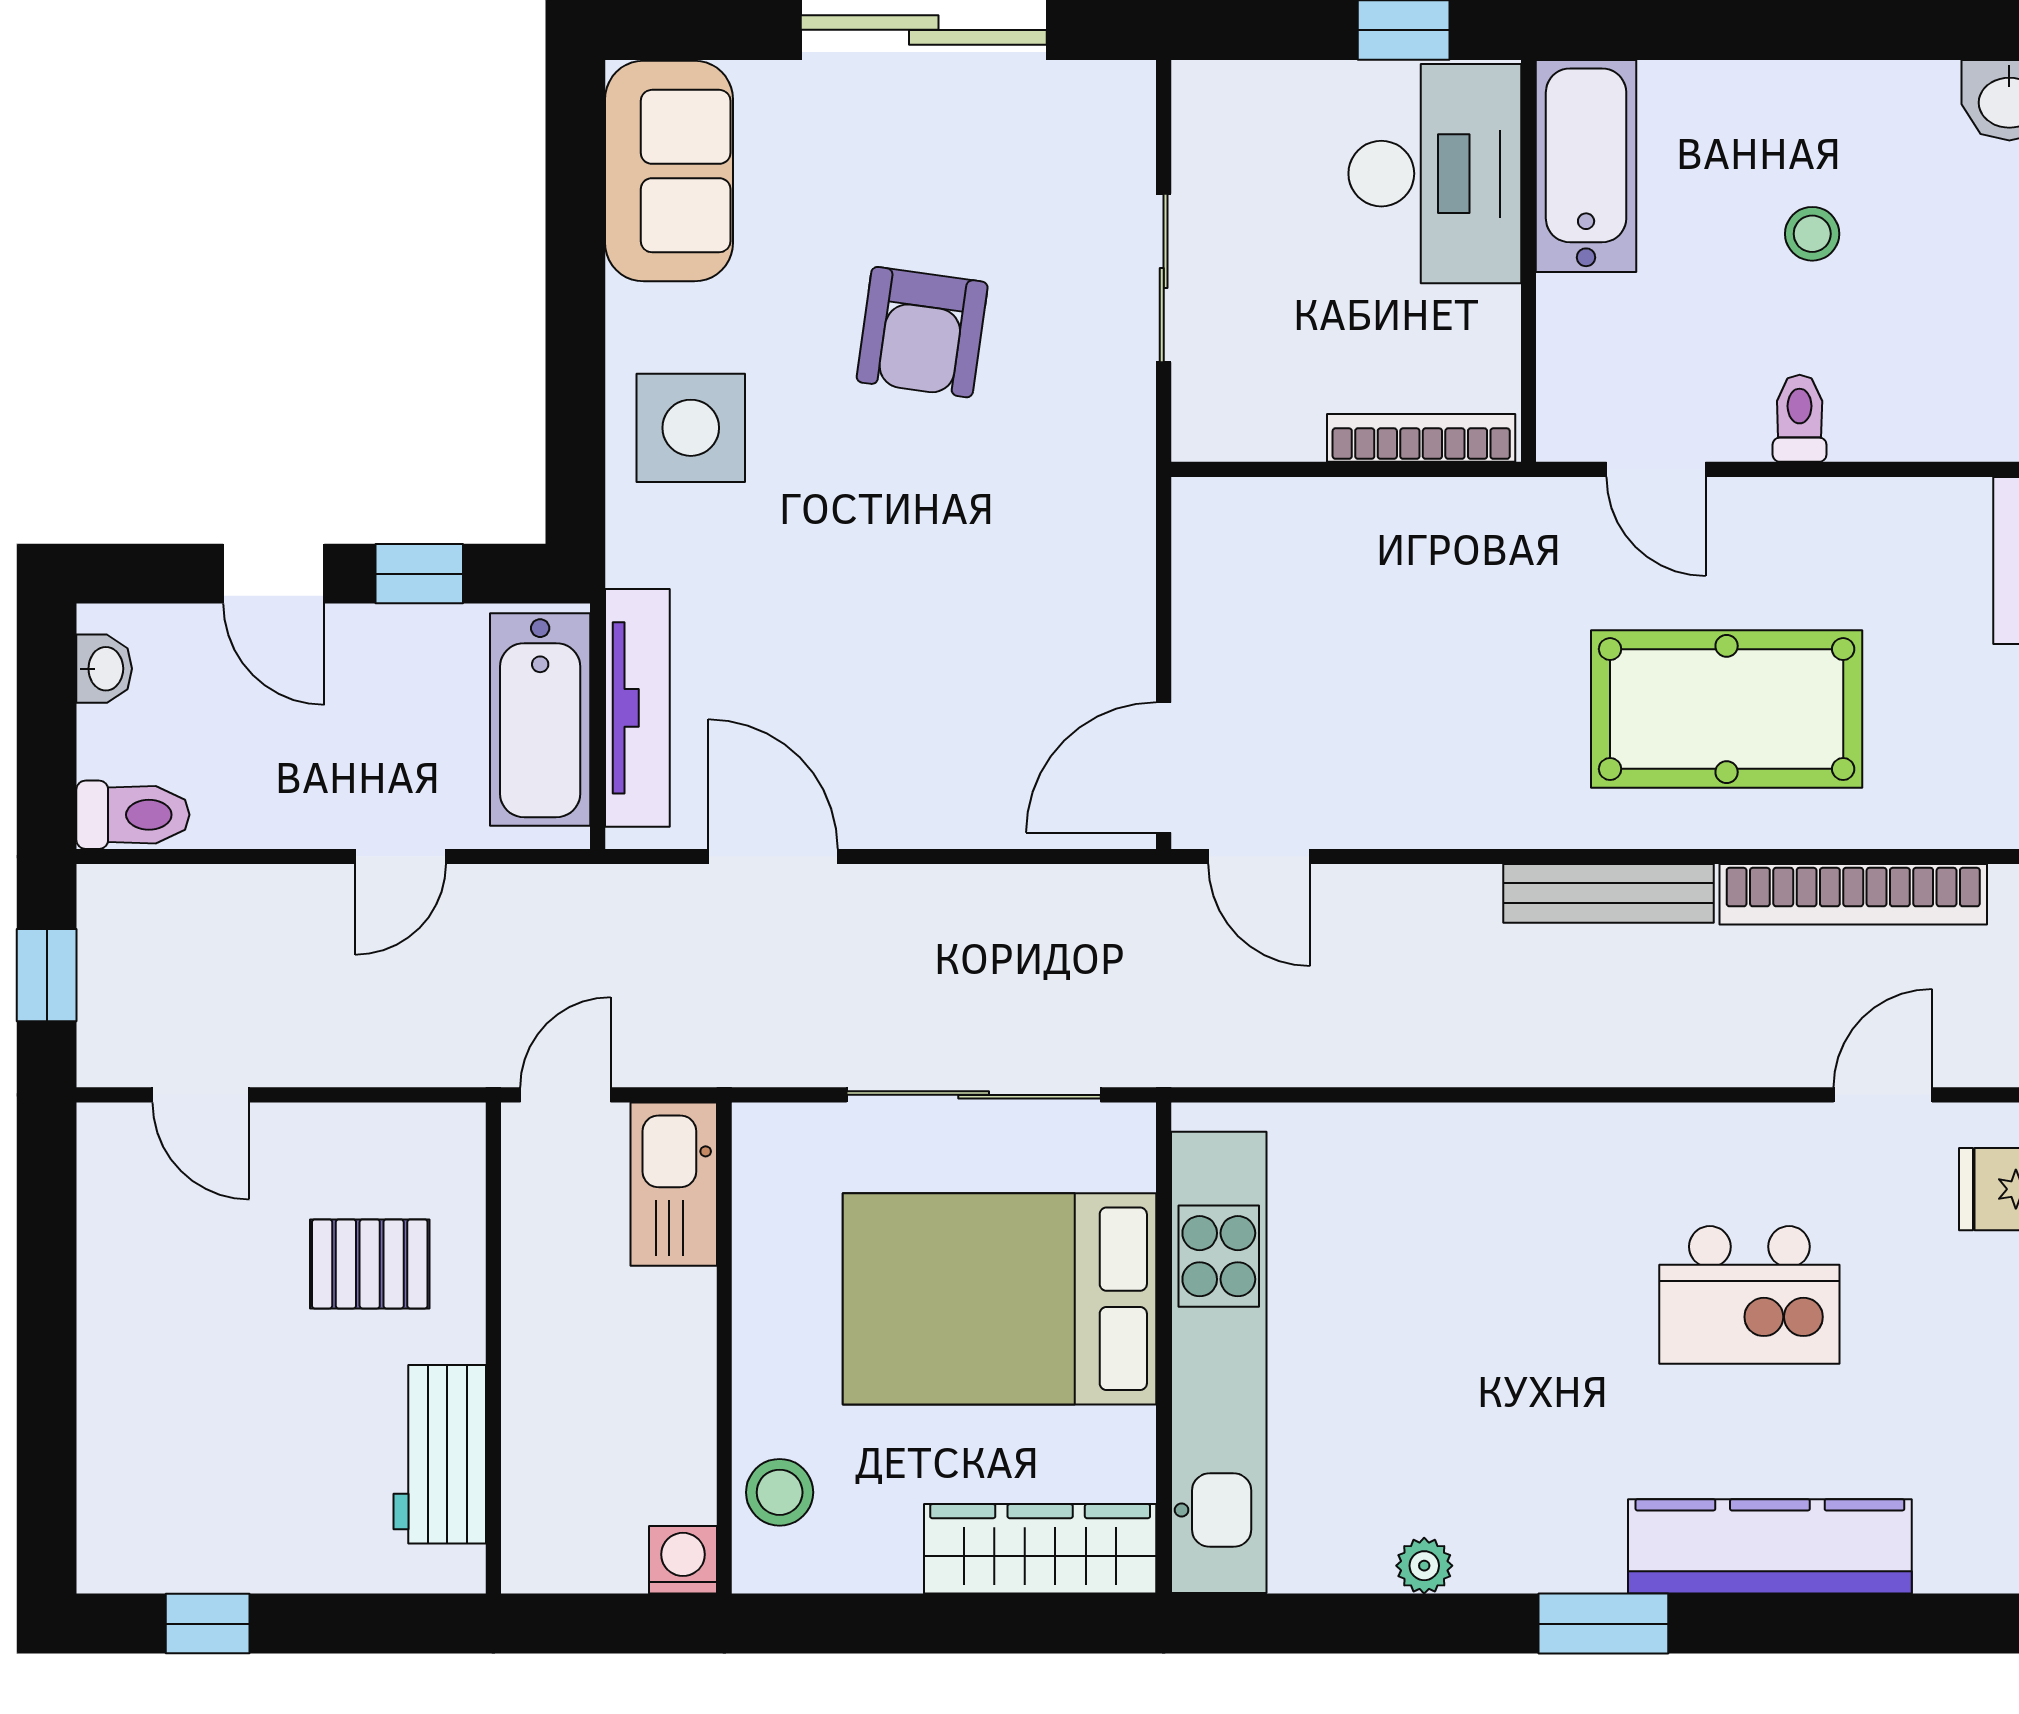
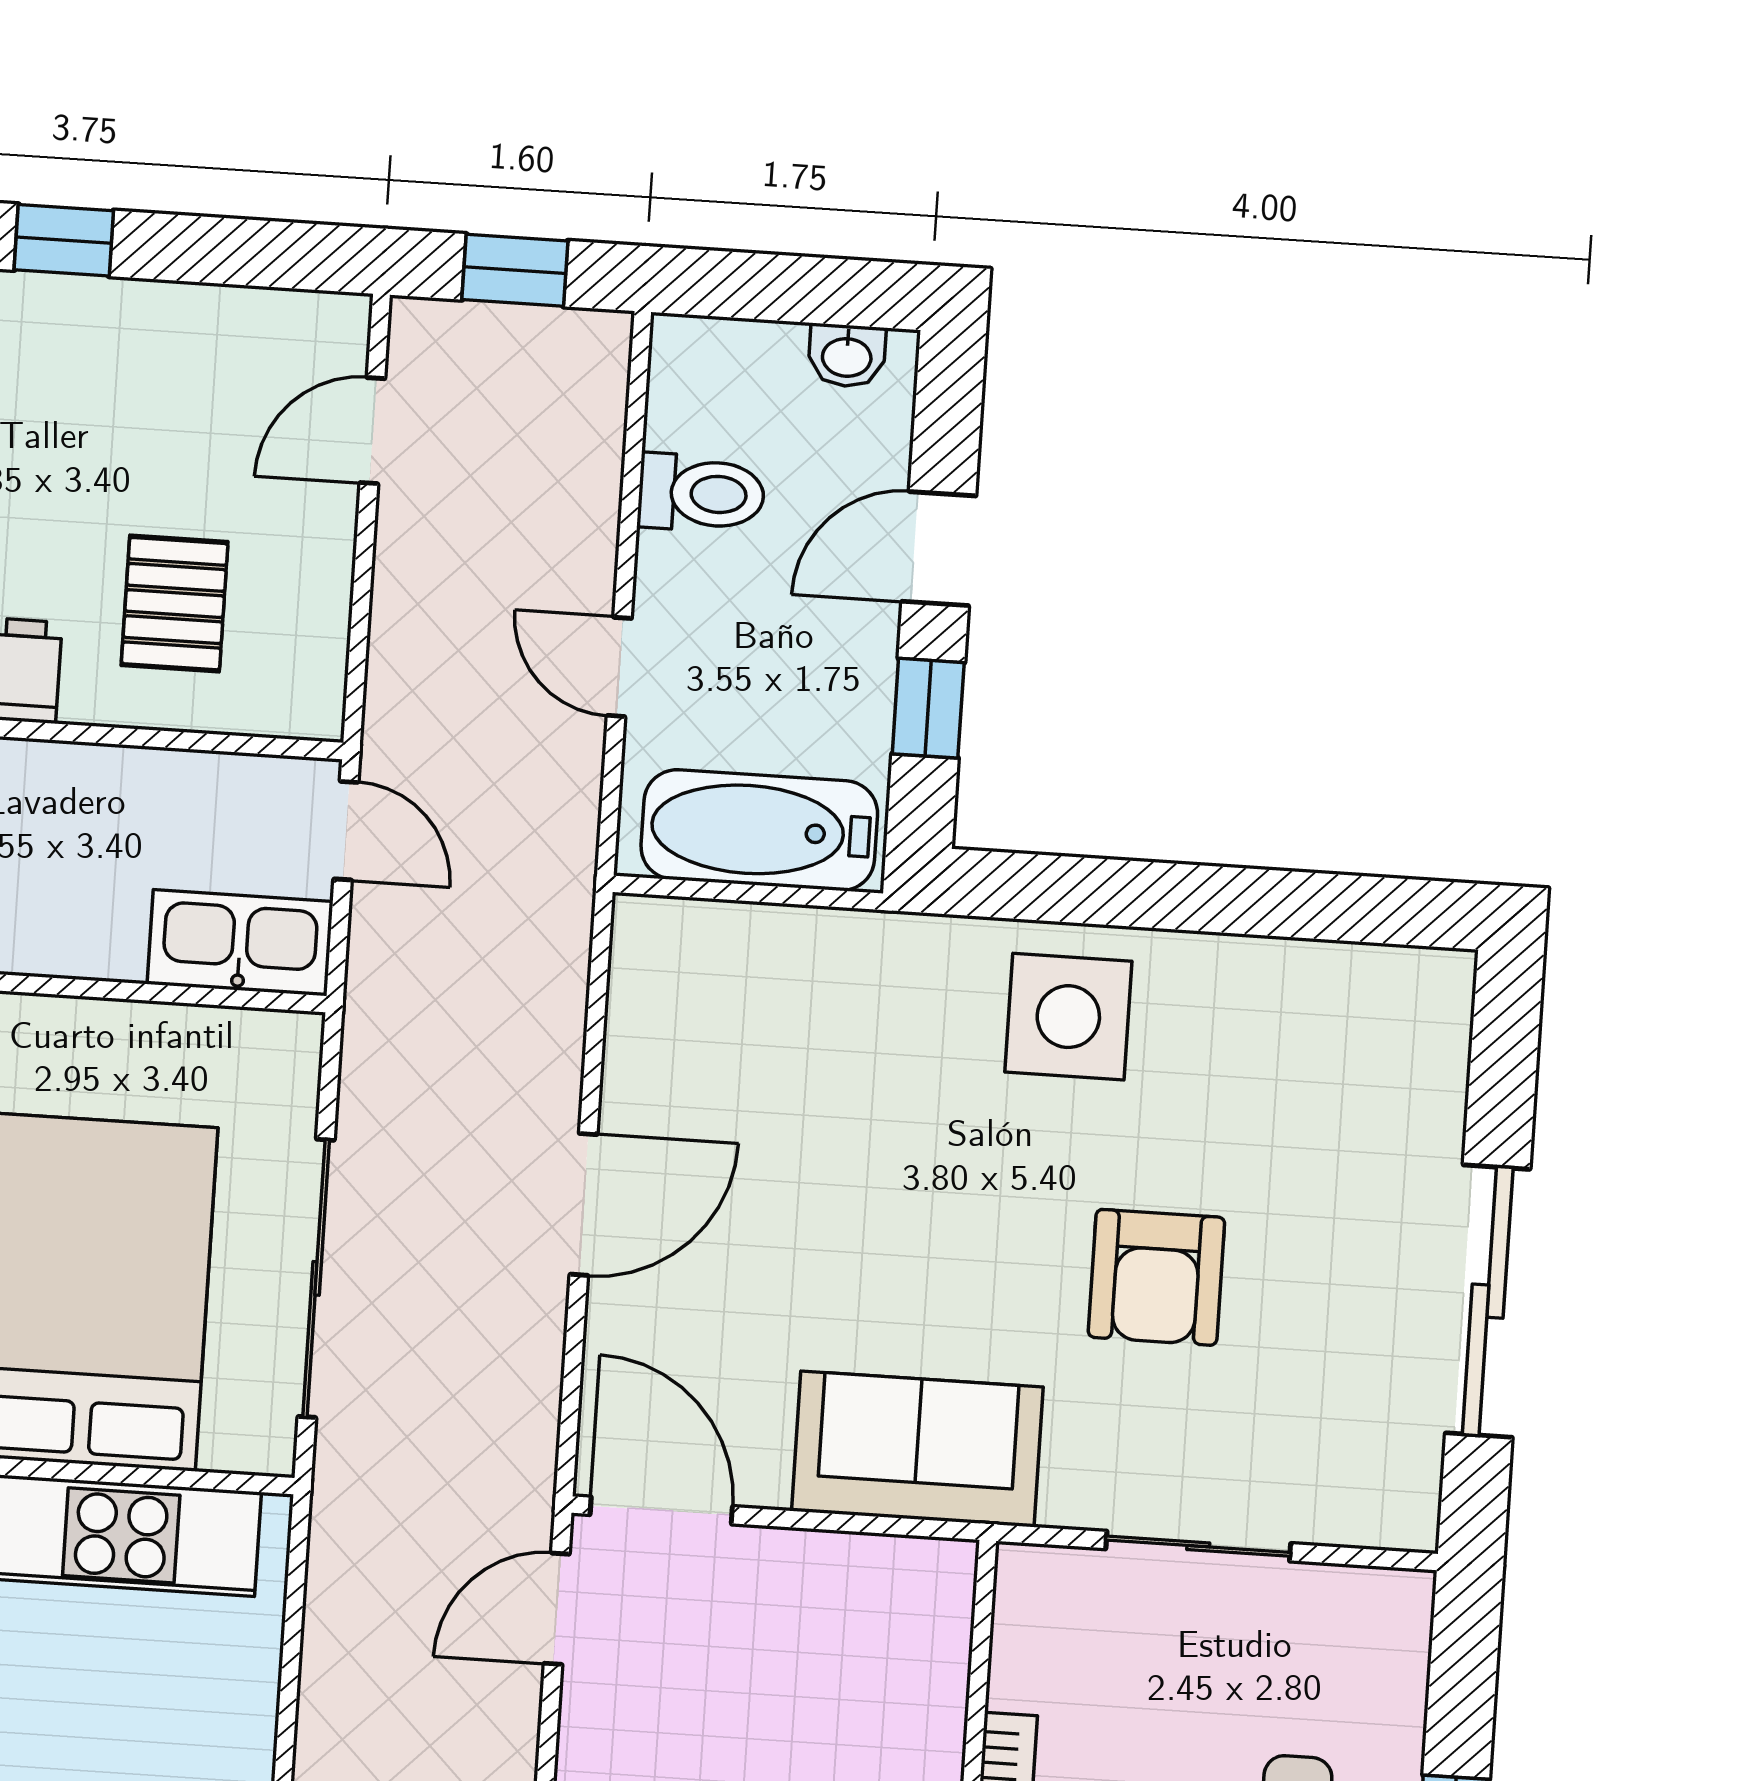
sofa: (669, 171) -> (917, 1449), moved, turned 180
armchair: (922, 332) -> (1156, 1277), turned -98
tv unit: (637, 708) -> (765, 938), removed
toilet: (133, 815) -> (701, 493), moved, turned -90
door: (773, 857) -> (584, 1204), moved
window: (47, 1386) -> (64, 240), added

